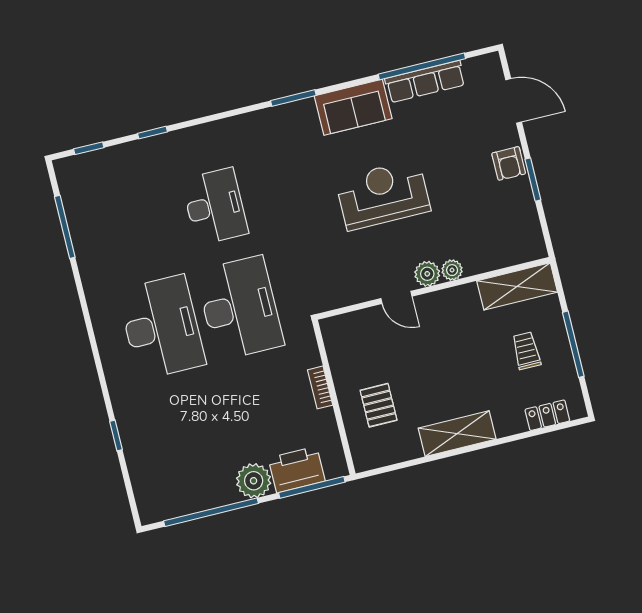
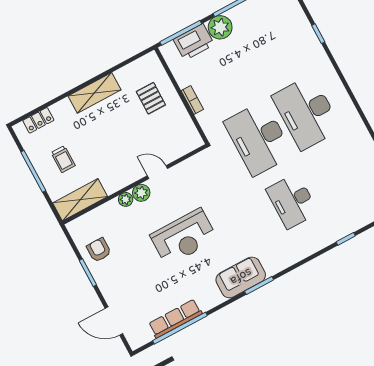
sofa: (353, 107) -> (241, 277), moved
armchair: (509, 163) -> (99, 250), moved

